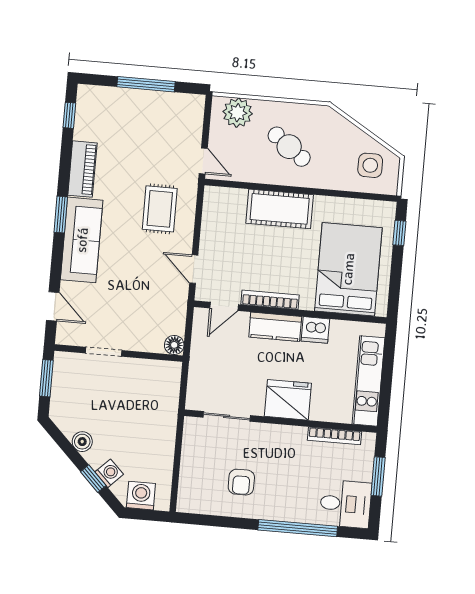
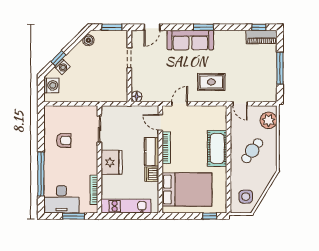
door: (203, 161) -> (240, 104), hinge flipped
piano: (82, 169) -> (262, 37), moved
boiler: (82, 442) -> (88, 40), moved
armchair: (241, 482) -> (64, 140), turned 180
desk: (345, 504) -> (61, 199), width x1.37

